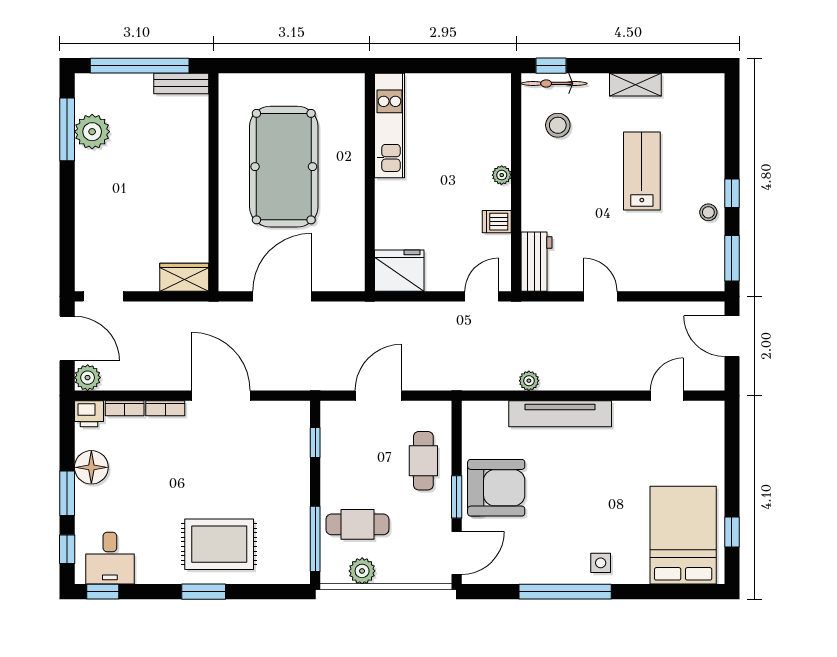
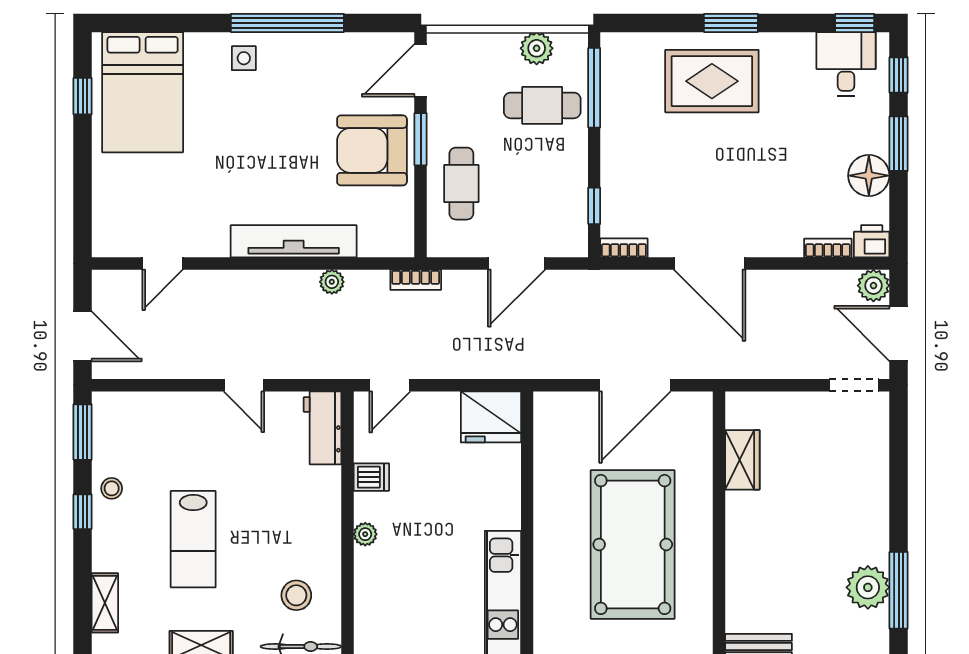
shelving: (714, 119) -> (105, 603), added
wardrobe: (184, 277) -> (742, 460), moved, turned -90
bookcase: (461, 382) -> (416, 280), added
bookcase: (165, 408) -> (624, 248), moved

